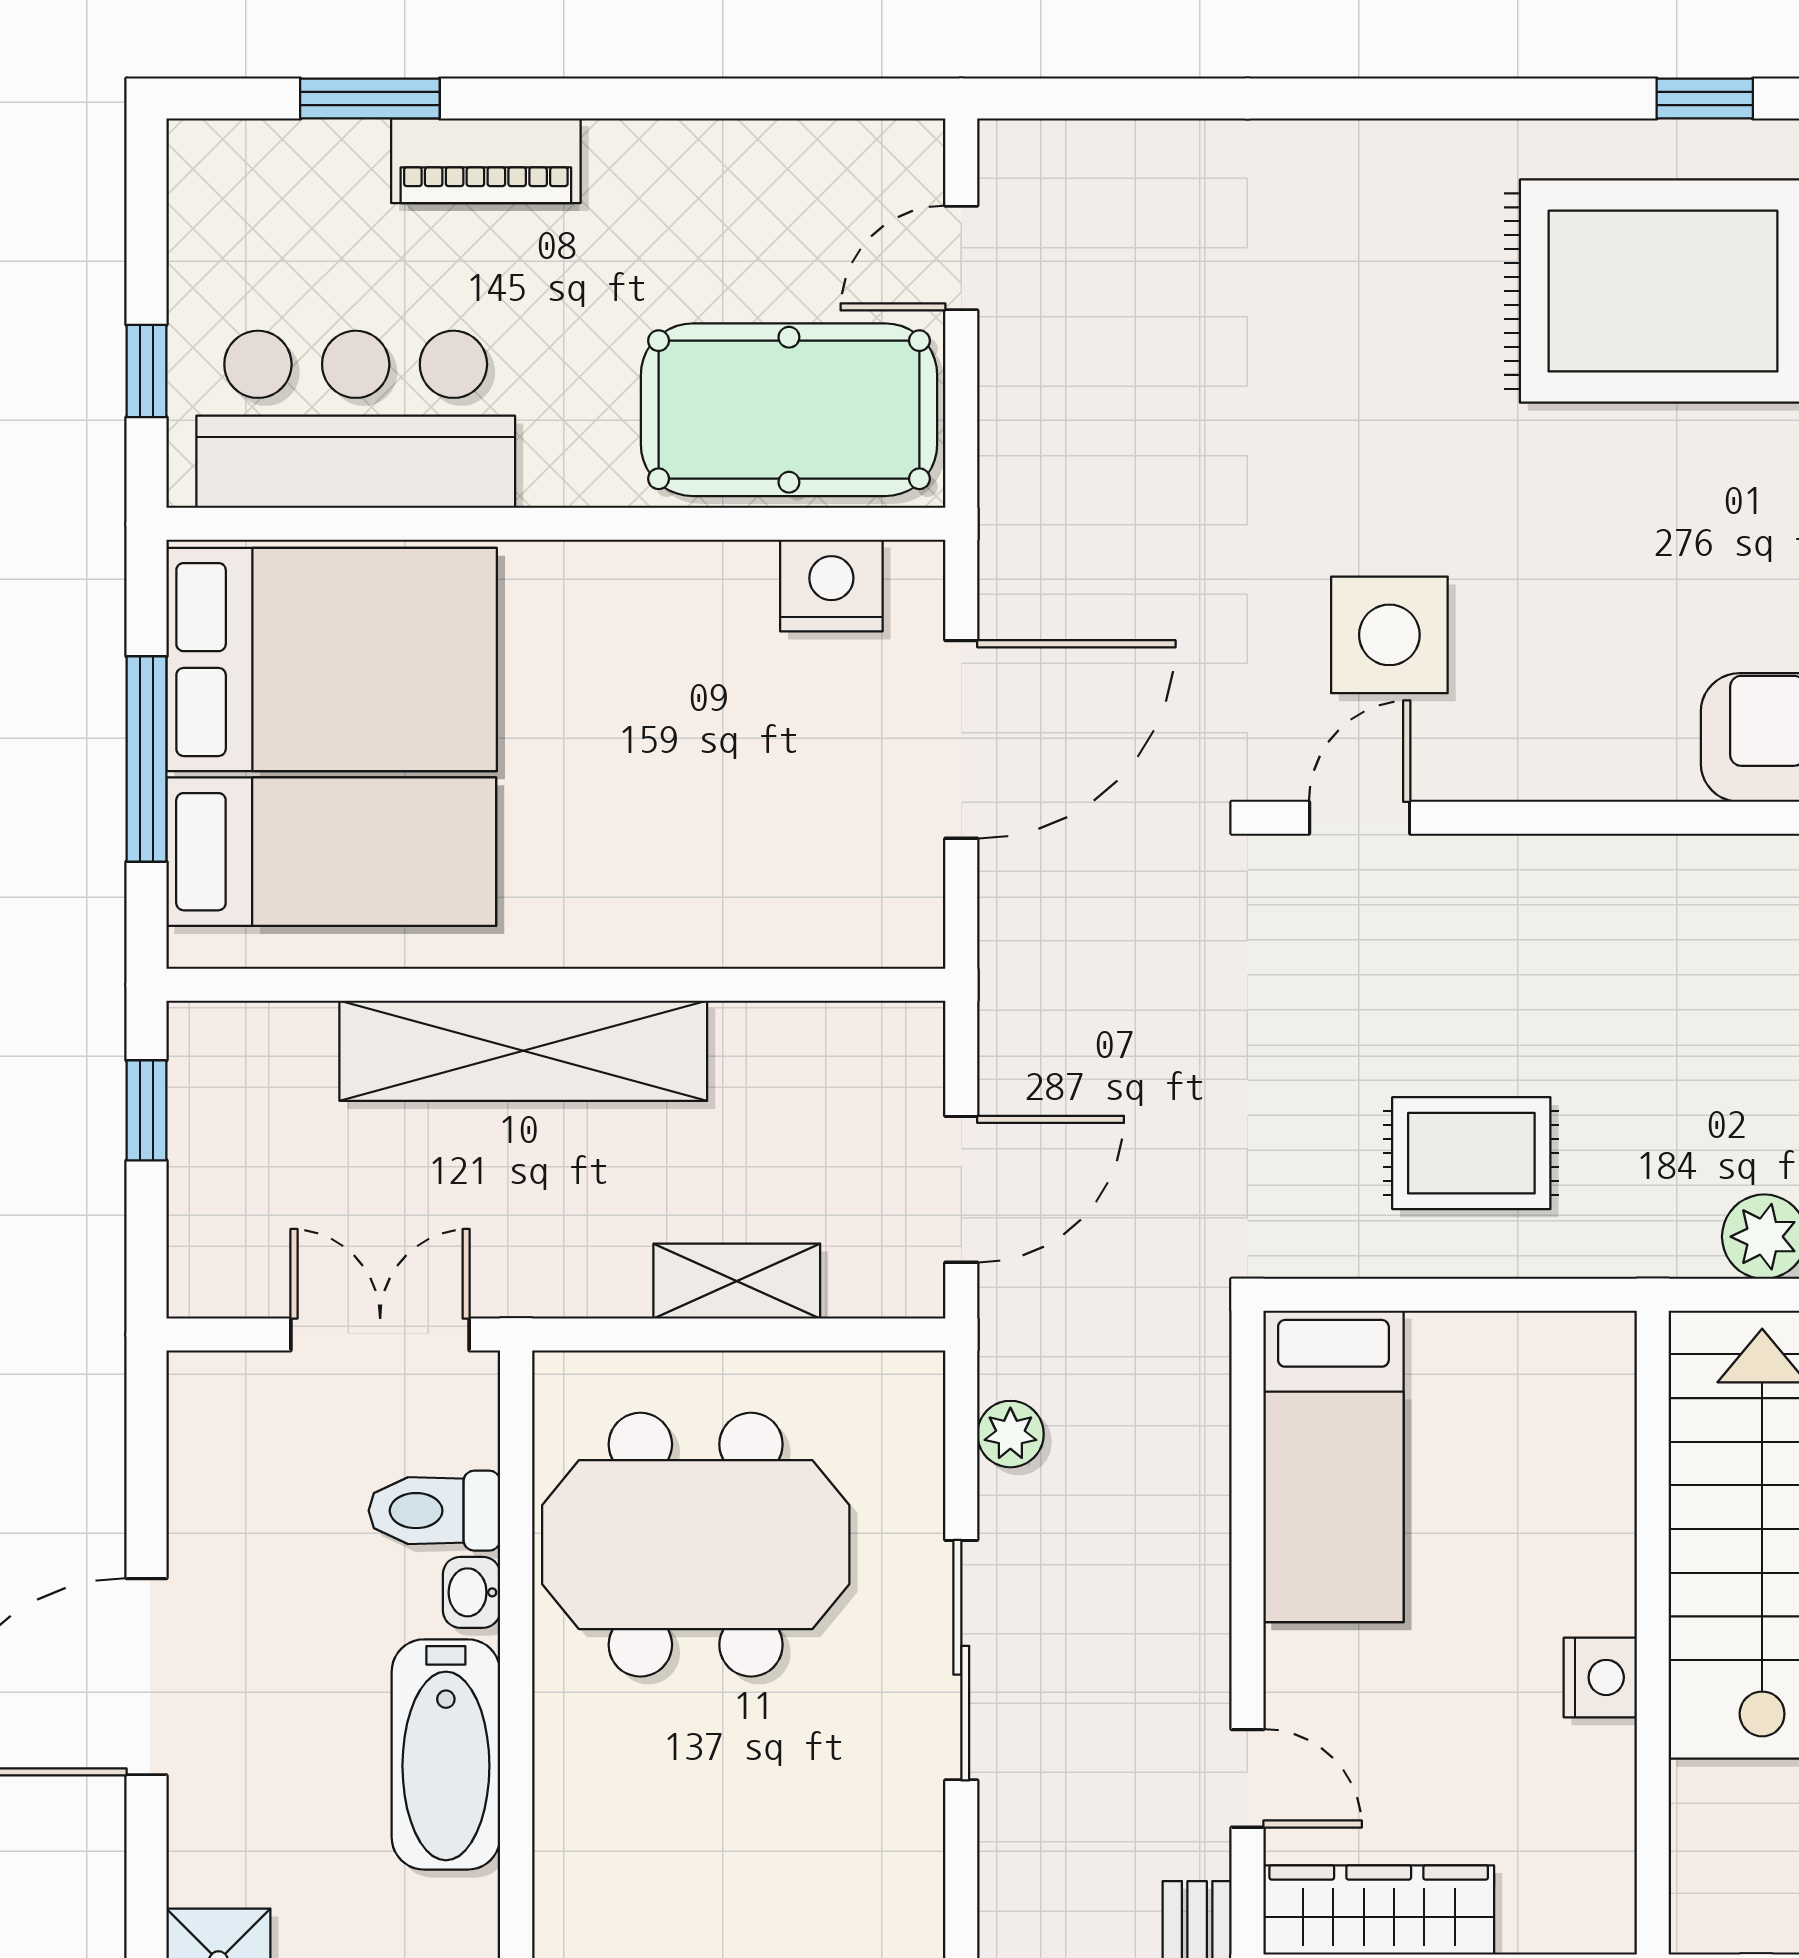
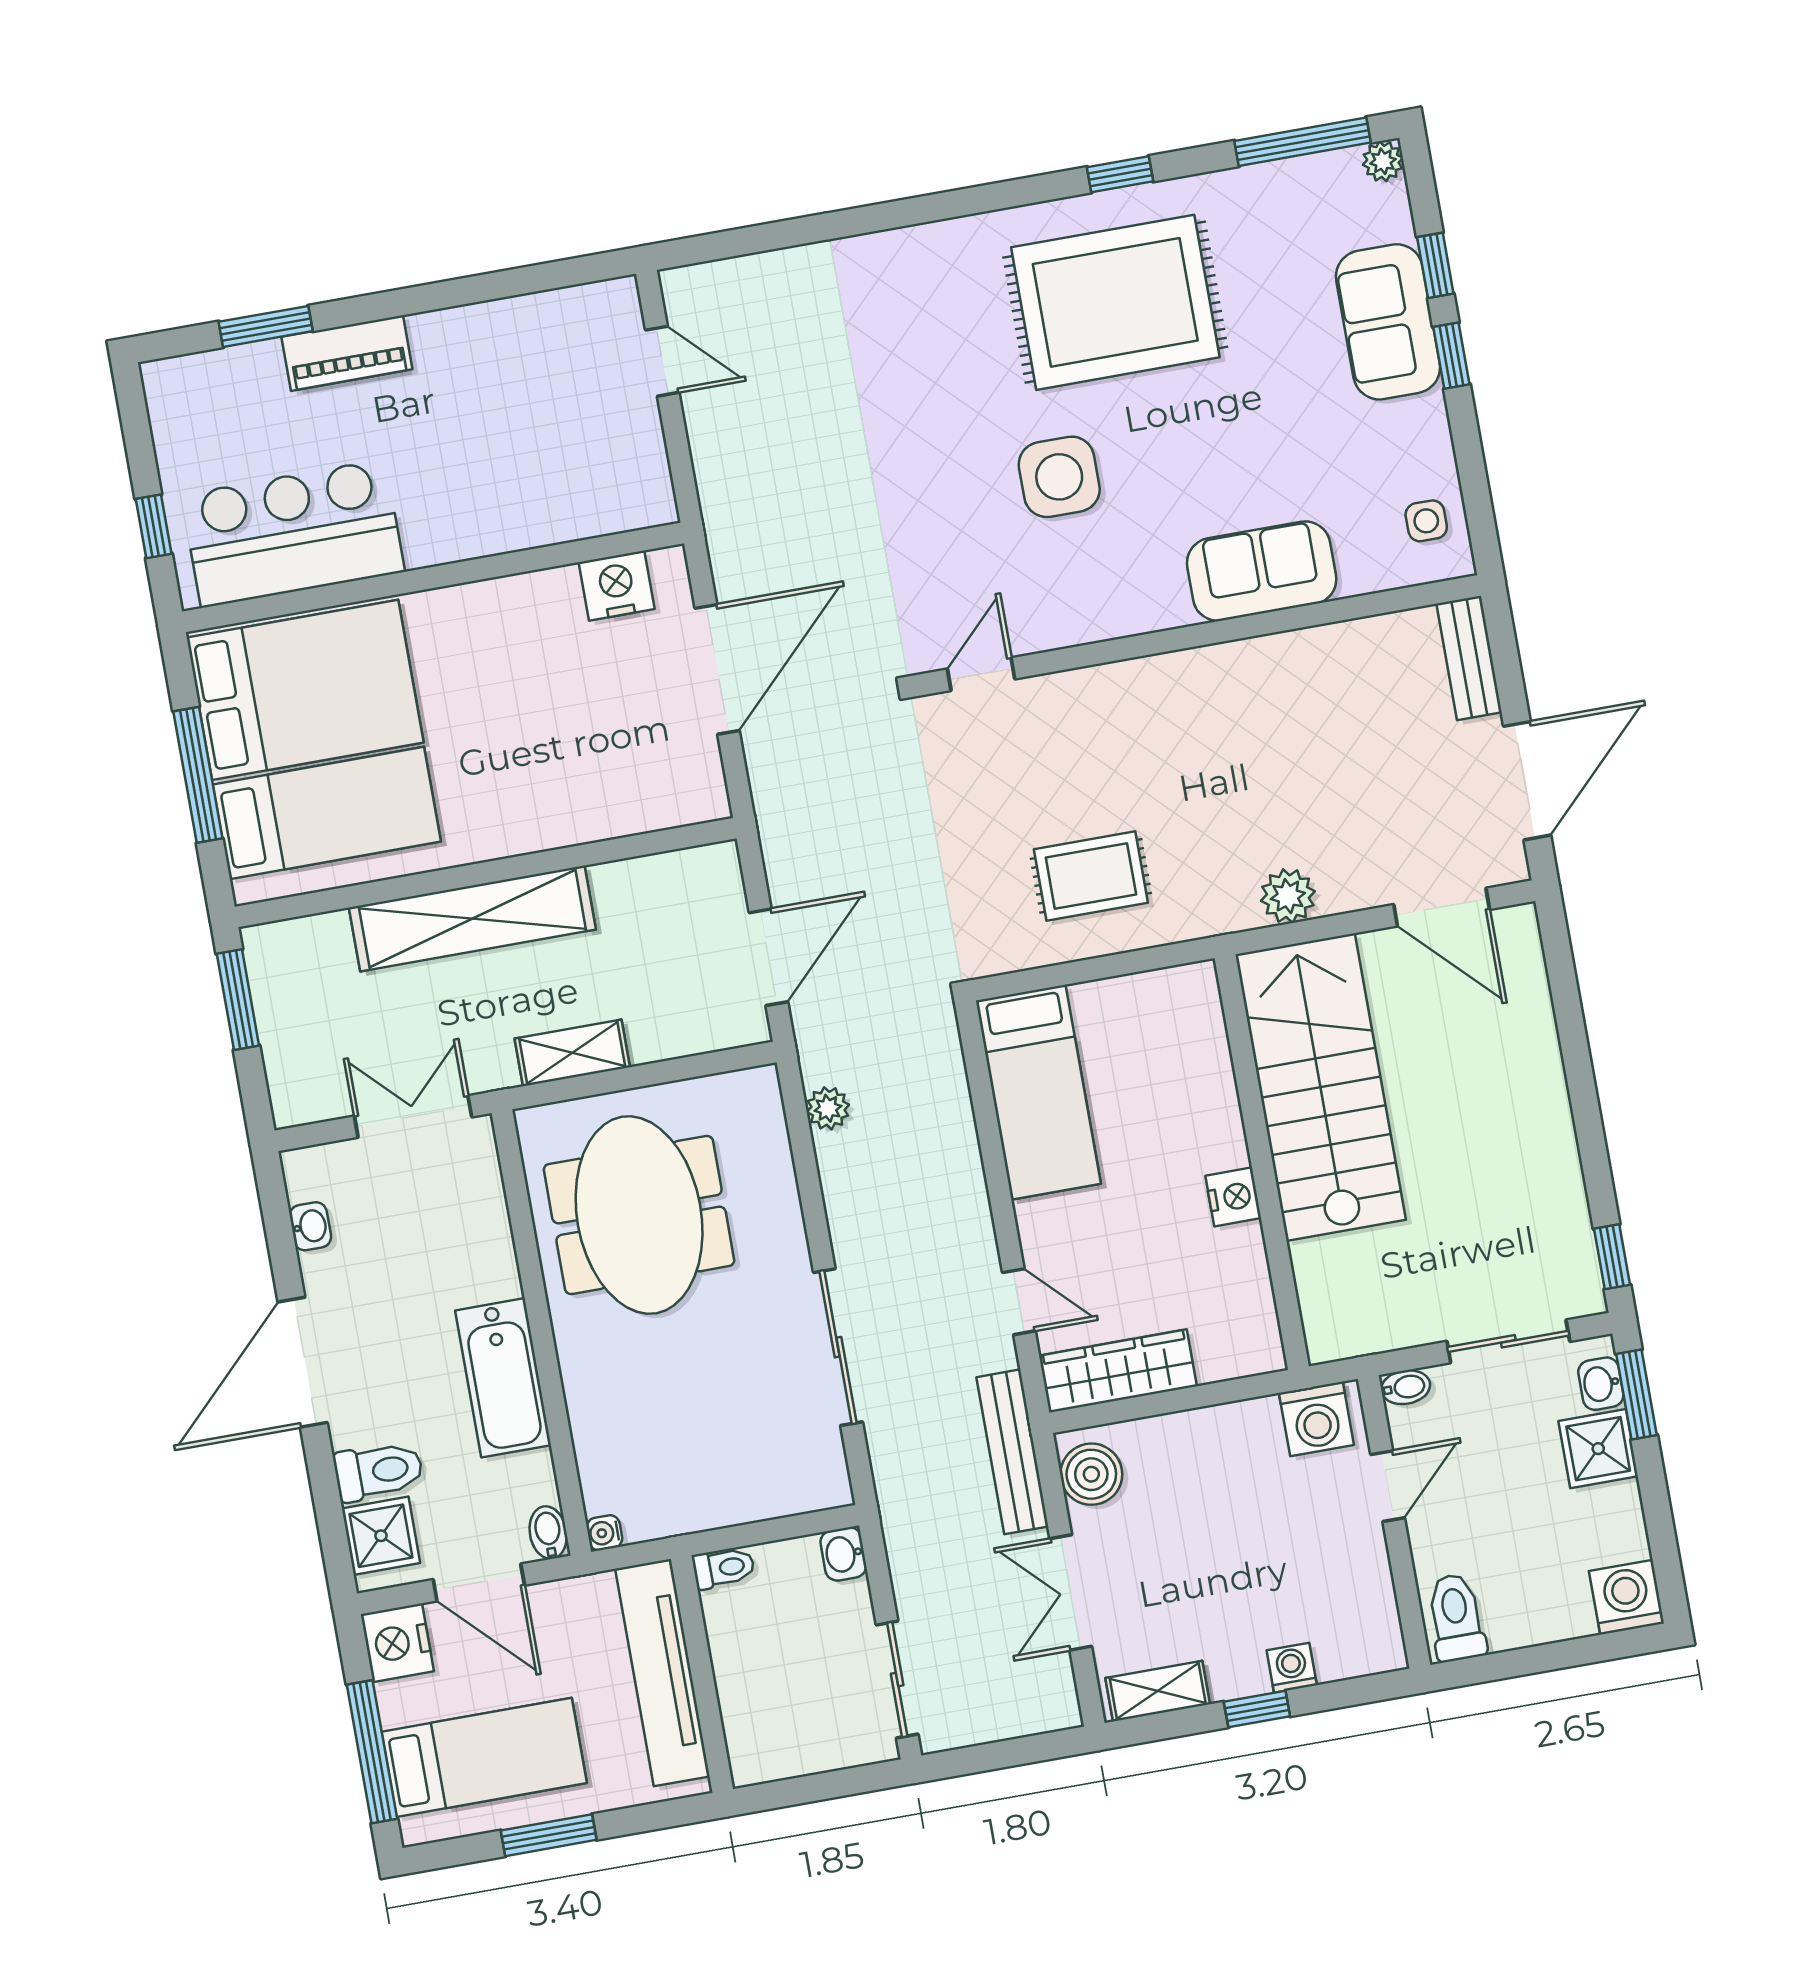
door: (961, 258) -> (662, 361), swing flipped
pool table: (789, 410) -> (569, 478), removed
side table: (1389, 635) -> (1059, 477), moved
window: (146, 1110) -> (238, 1000), width x1.50
shelving: (737, 1281) -> (572, 1053), moved
toilet: (434, 1511) -> (379, 1471), moved, turned 180
meeting table: (696, 1545) -> (639, 1215), turned 90
washbasin: (472, 1592) -> (310, 1226), moved, turned 180
sliding door: (961, 1660) -> (838, 1347), moved

